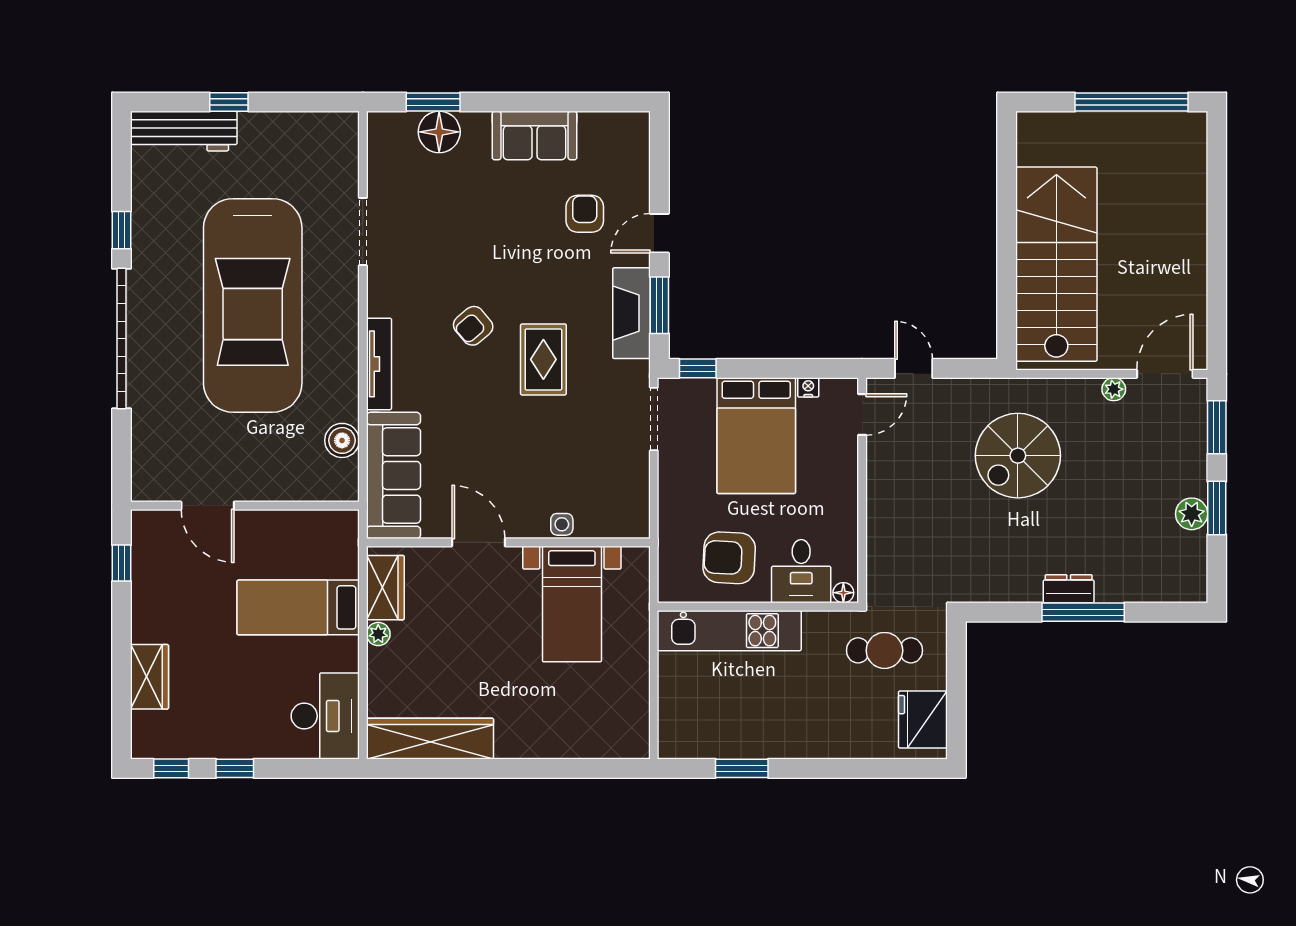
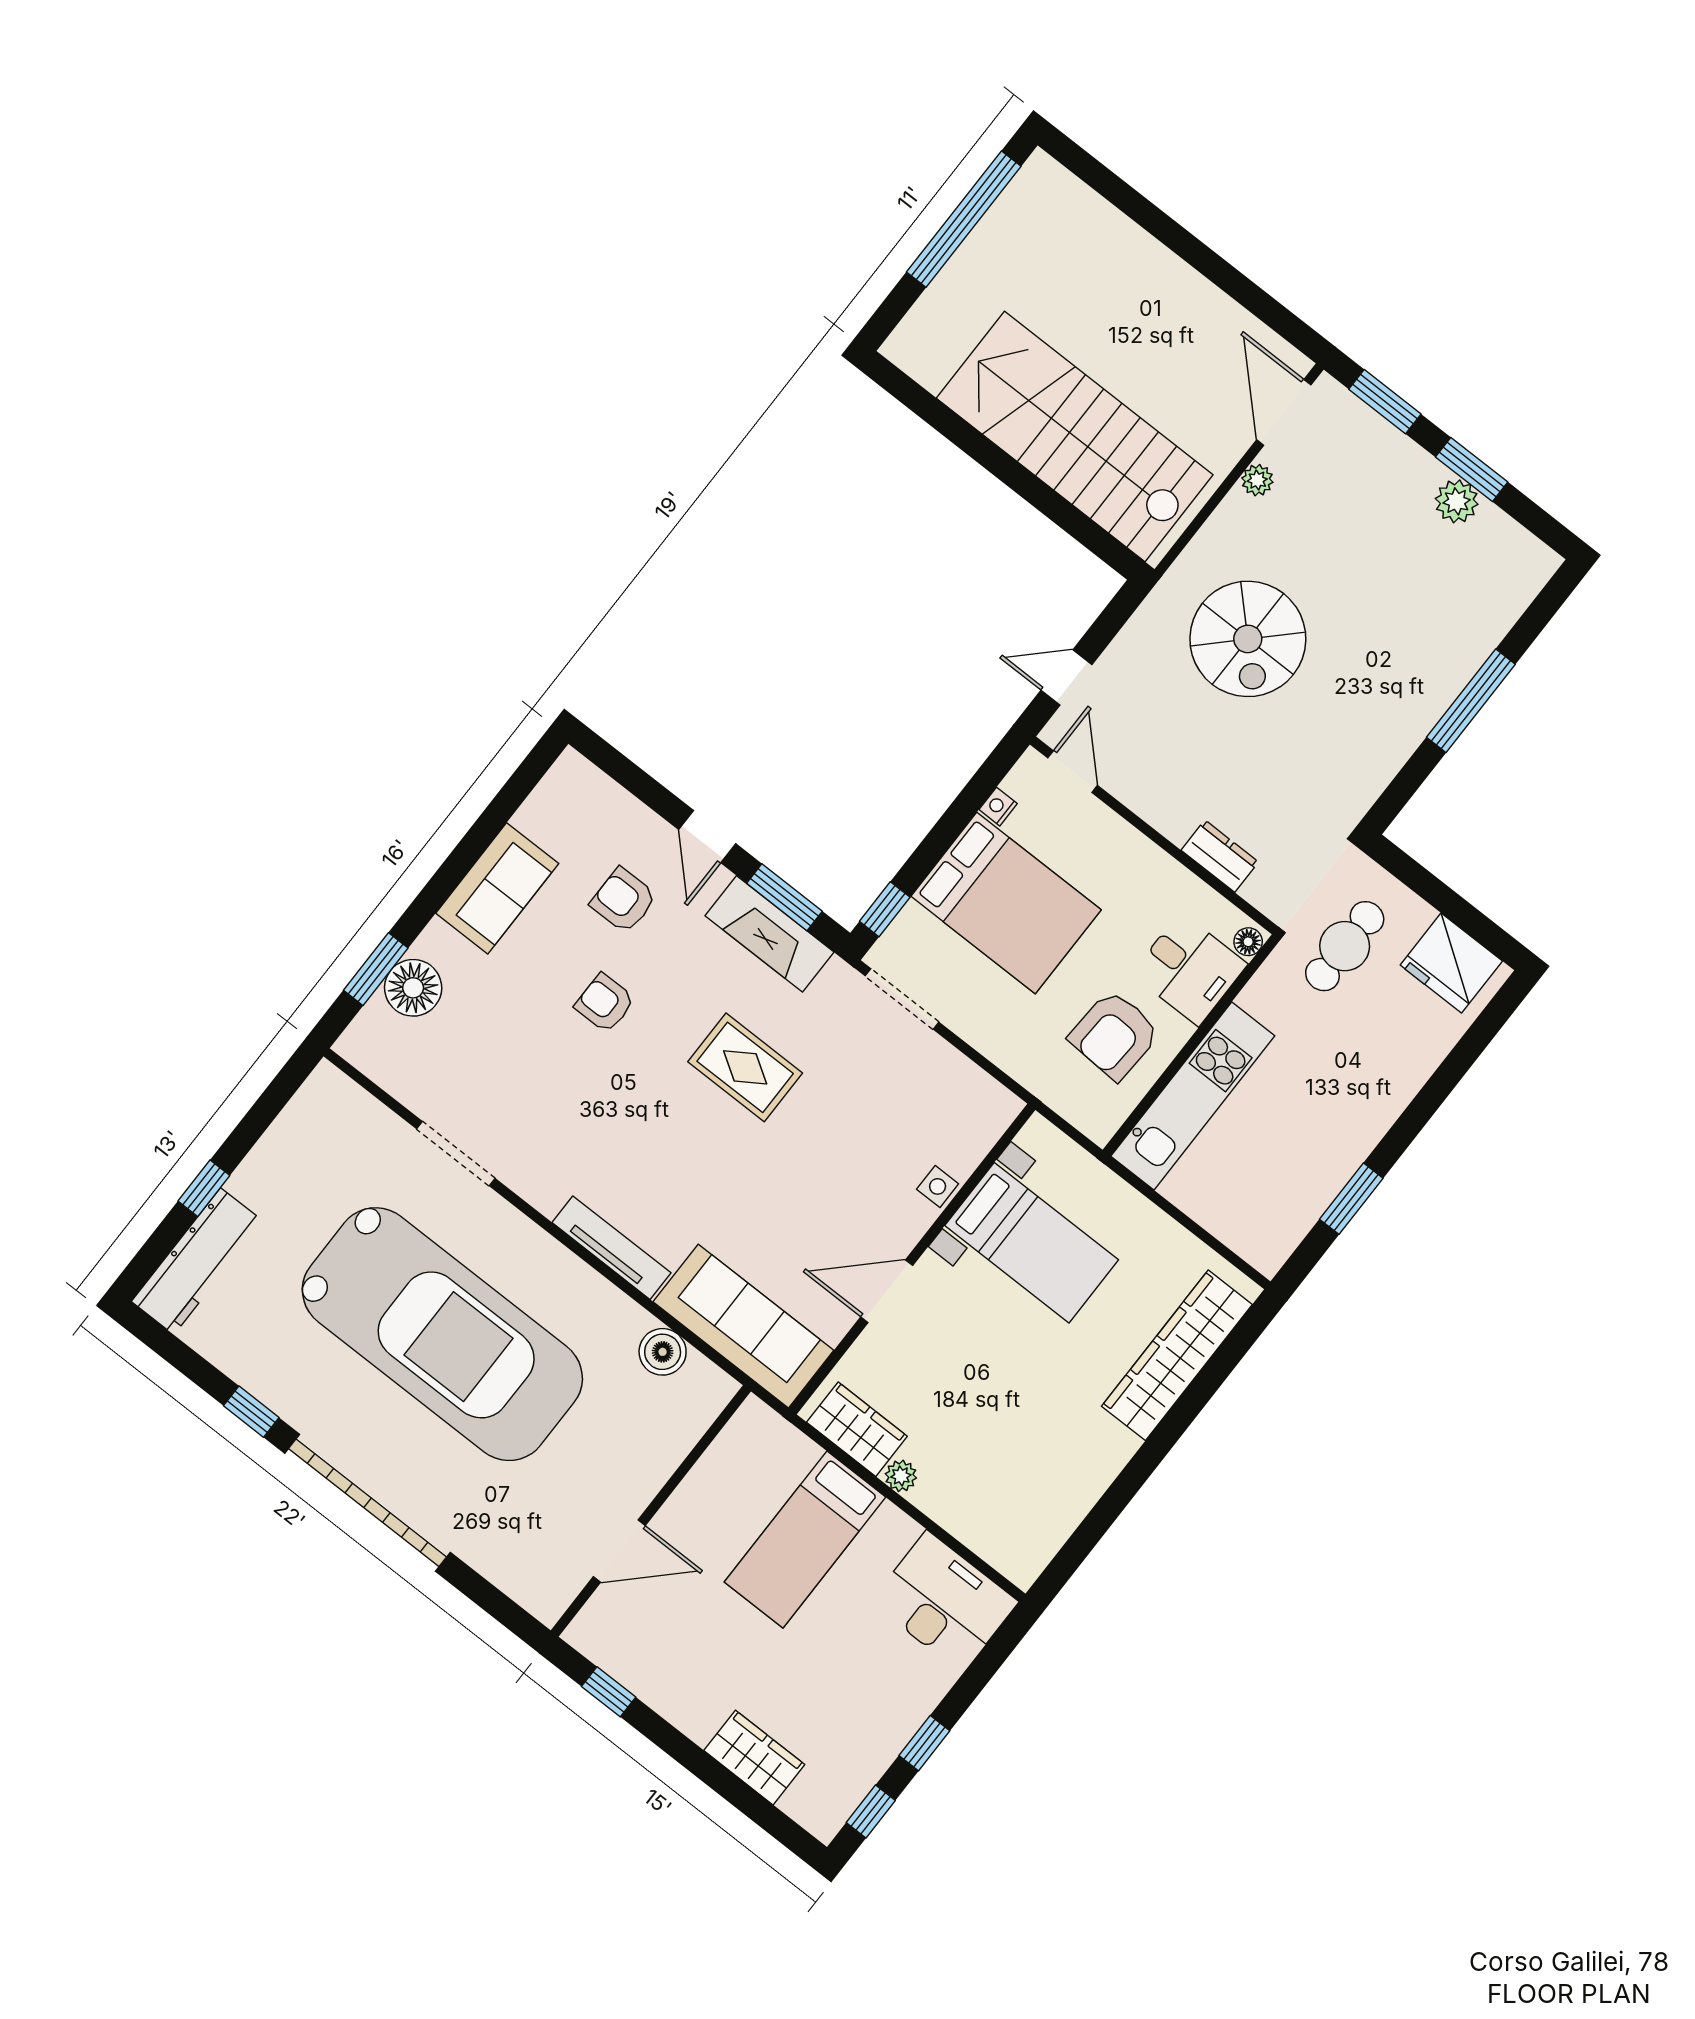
armchair: (473, 326) -> (605, 1003), moved, turned 130
dresser: (1069, 589) -> (1220, 856), moved, turned 90
wardrobe: (430, 739) -> (1177, 1355), moved

